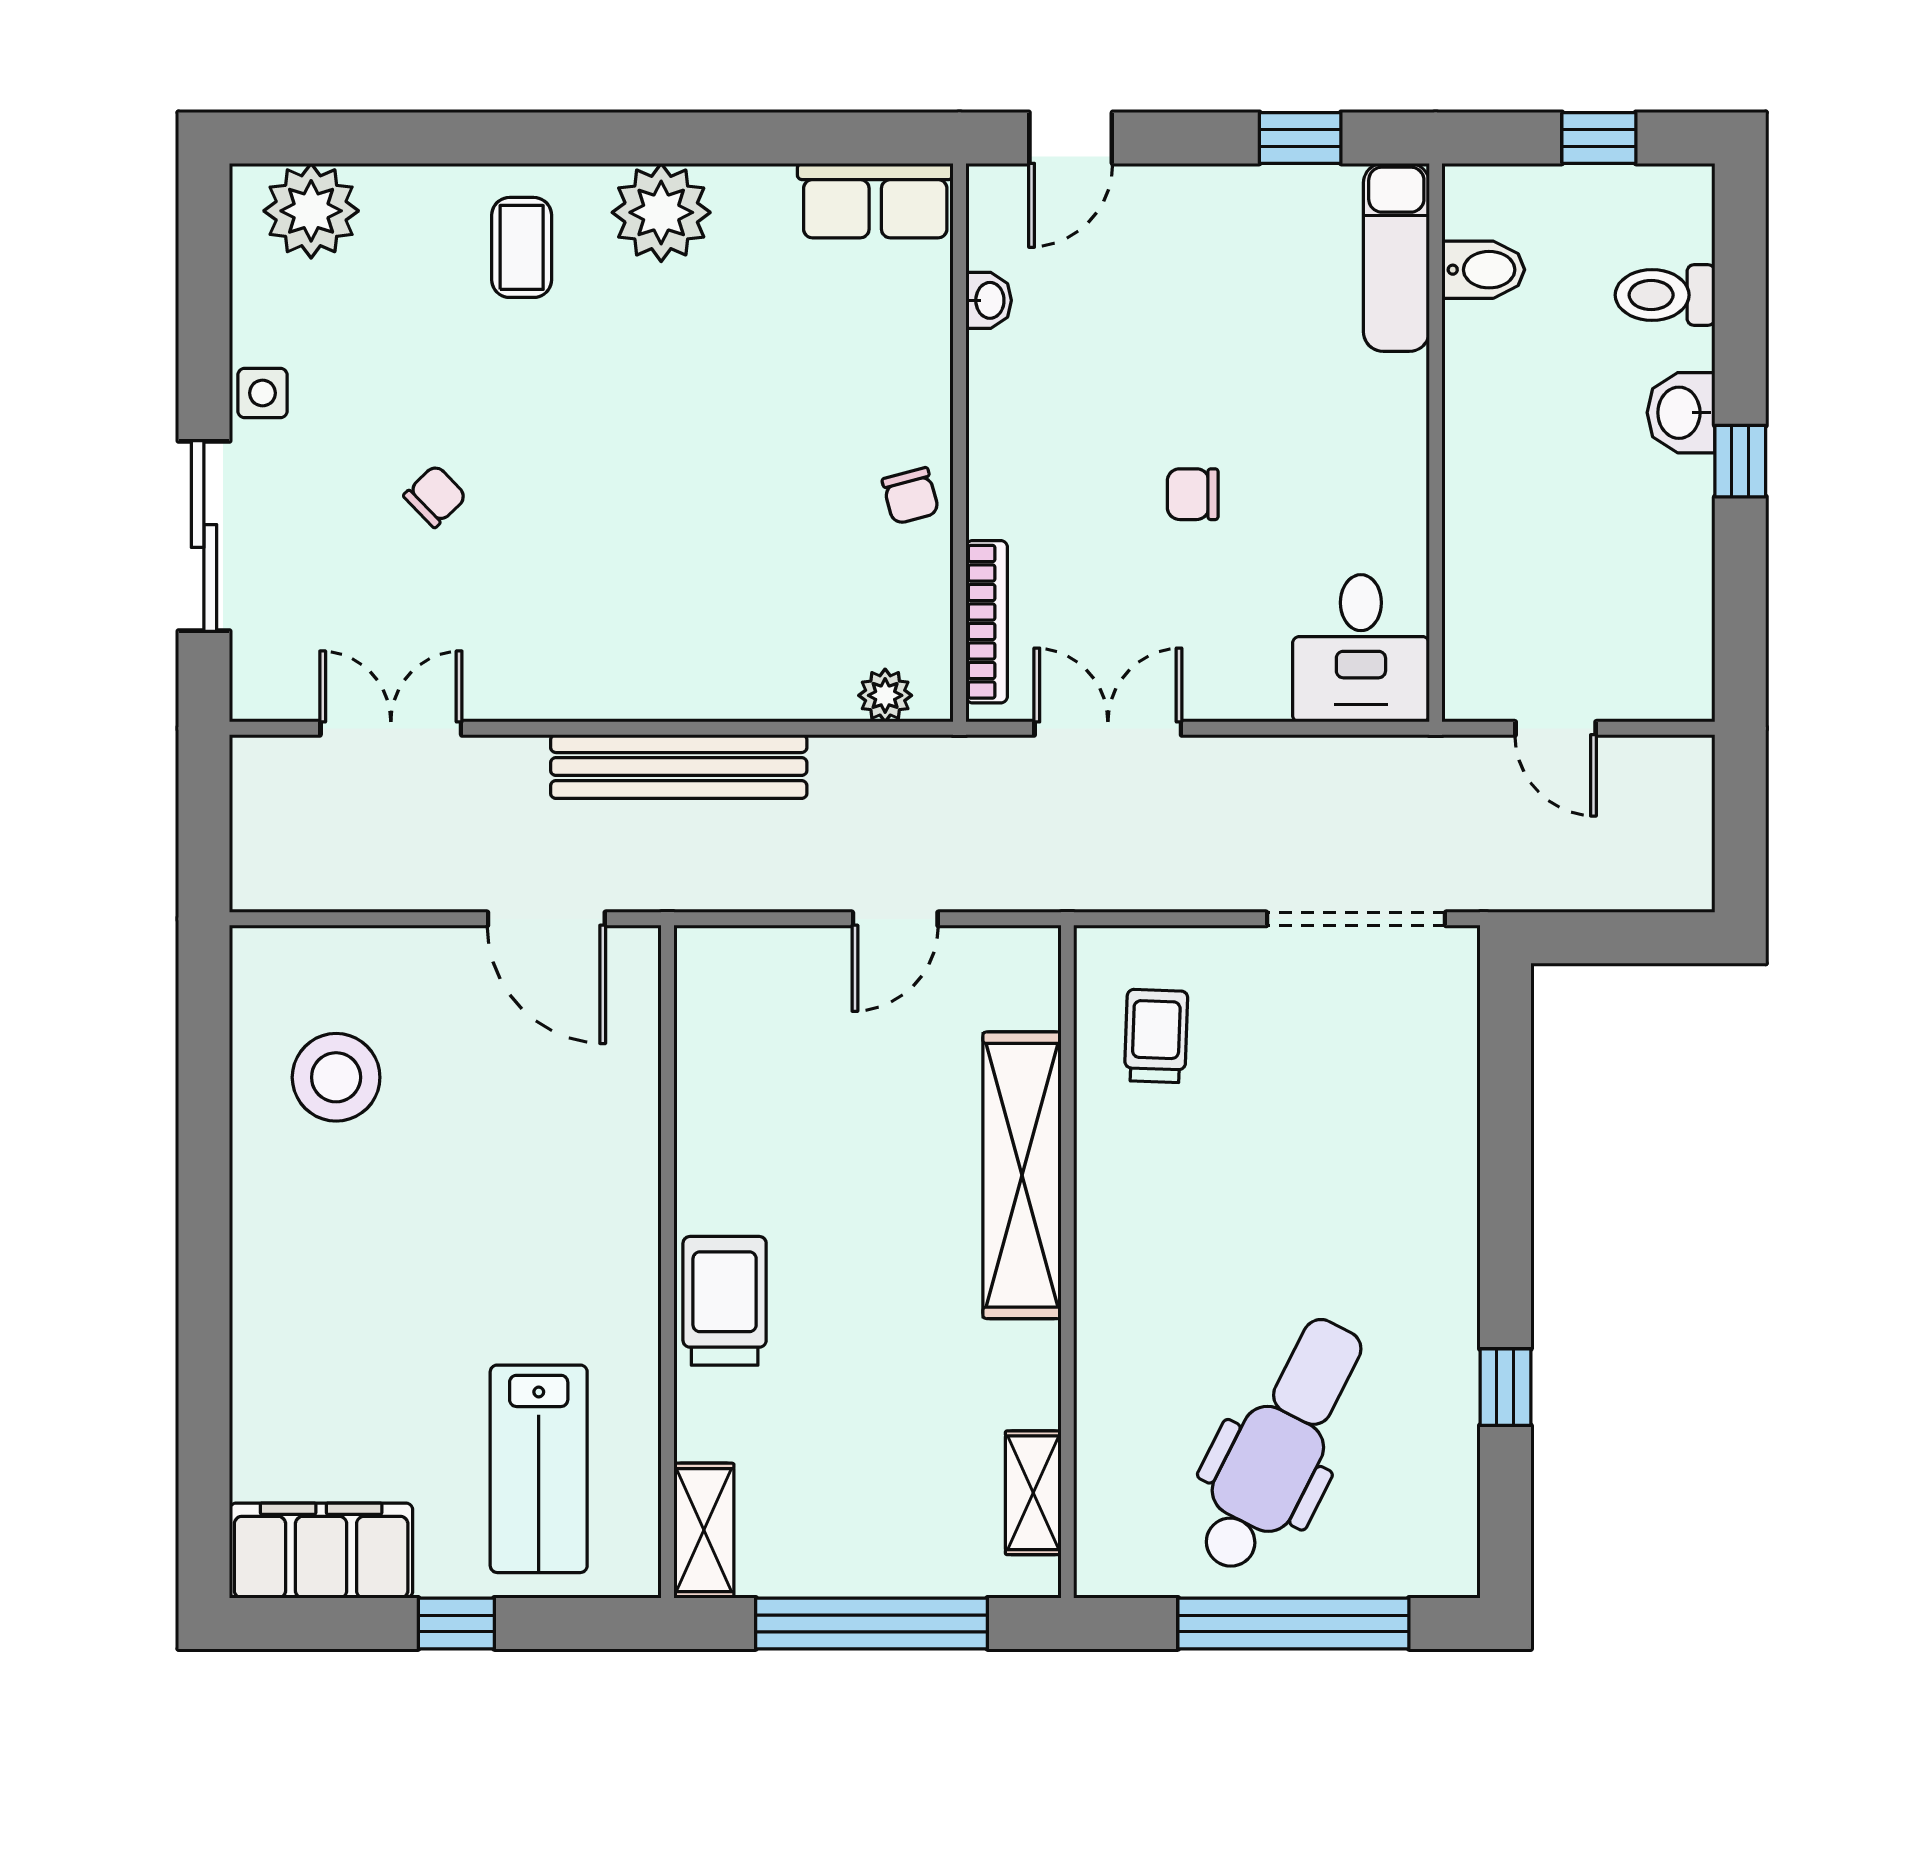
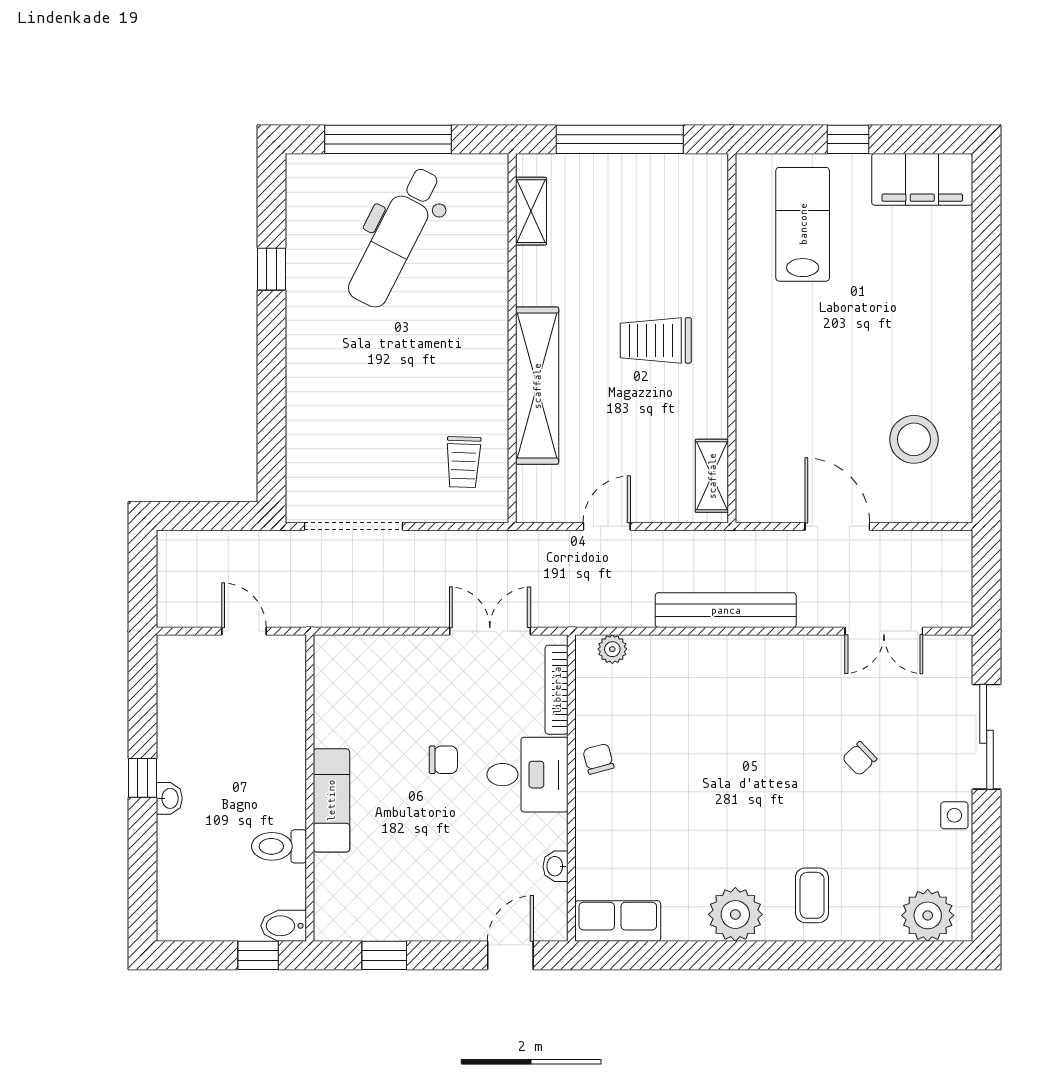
window: (1599, 138) -> (258, 955), moved
exam couch: (1396, 257) -> (331, 800), moved
bidet: (1483, 270) -> (284, 926), moved
toilet: (1665, 295) -> (279, 846), moved, turned 180
washbasin: (1681, 413) -> (169, 798), width x0.72, depth x0.69
desk: (1361, 648) -> (528, 775), moved, turned 90
double door: (1108, 728) -> (490, 631), swing flipped
door: (546, 919) -> (837, 526), moved
trolley: (725, 1301) -> (656, 340), moved, turned 90
shelving: (704, 1530) -> (712, 476), moved

